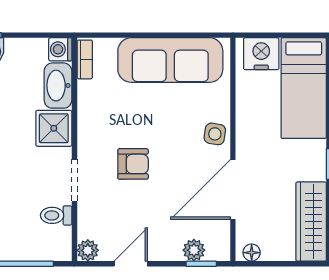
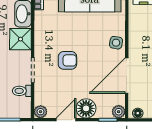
floor lamp: (164, 245) -> (86, 108), added
plant: (194, 250) -> (119, 112), moved

